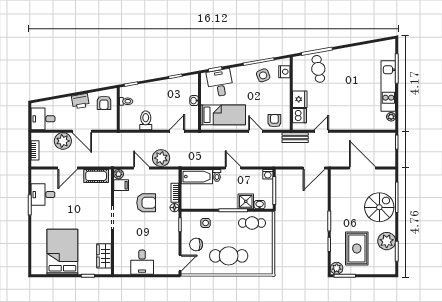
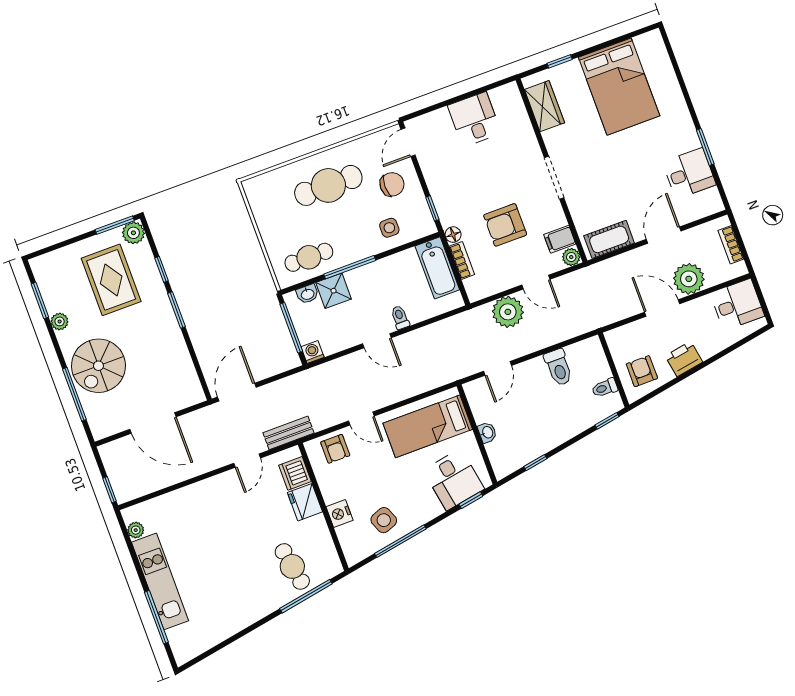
nightstand: (284, 72) -> (339, 514), moved
bathtub: (197, 177) -> (437, 268), moved, turned -90
plant: (387, 241) -> (60, 321), width x0.53, depth x0.53

